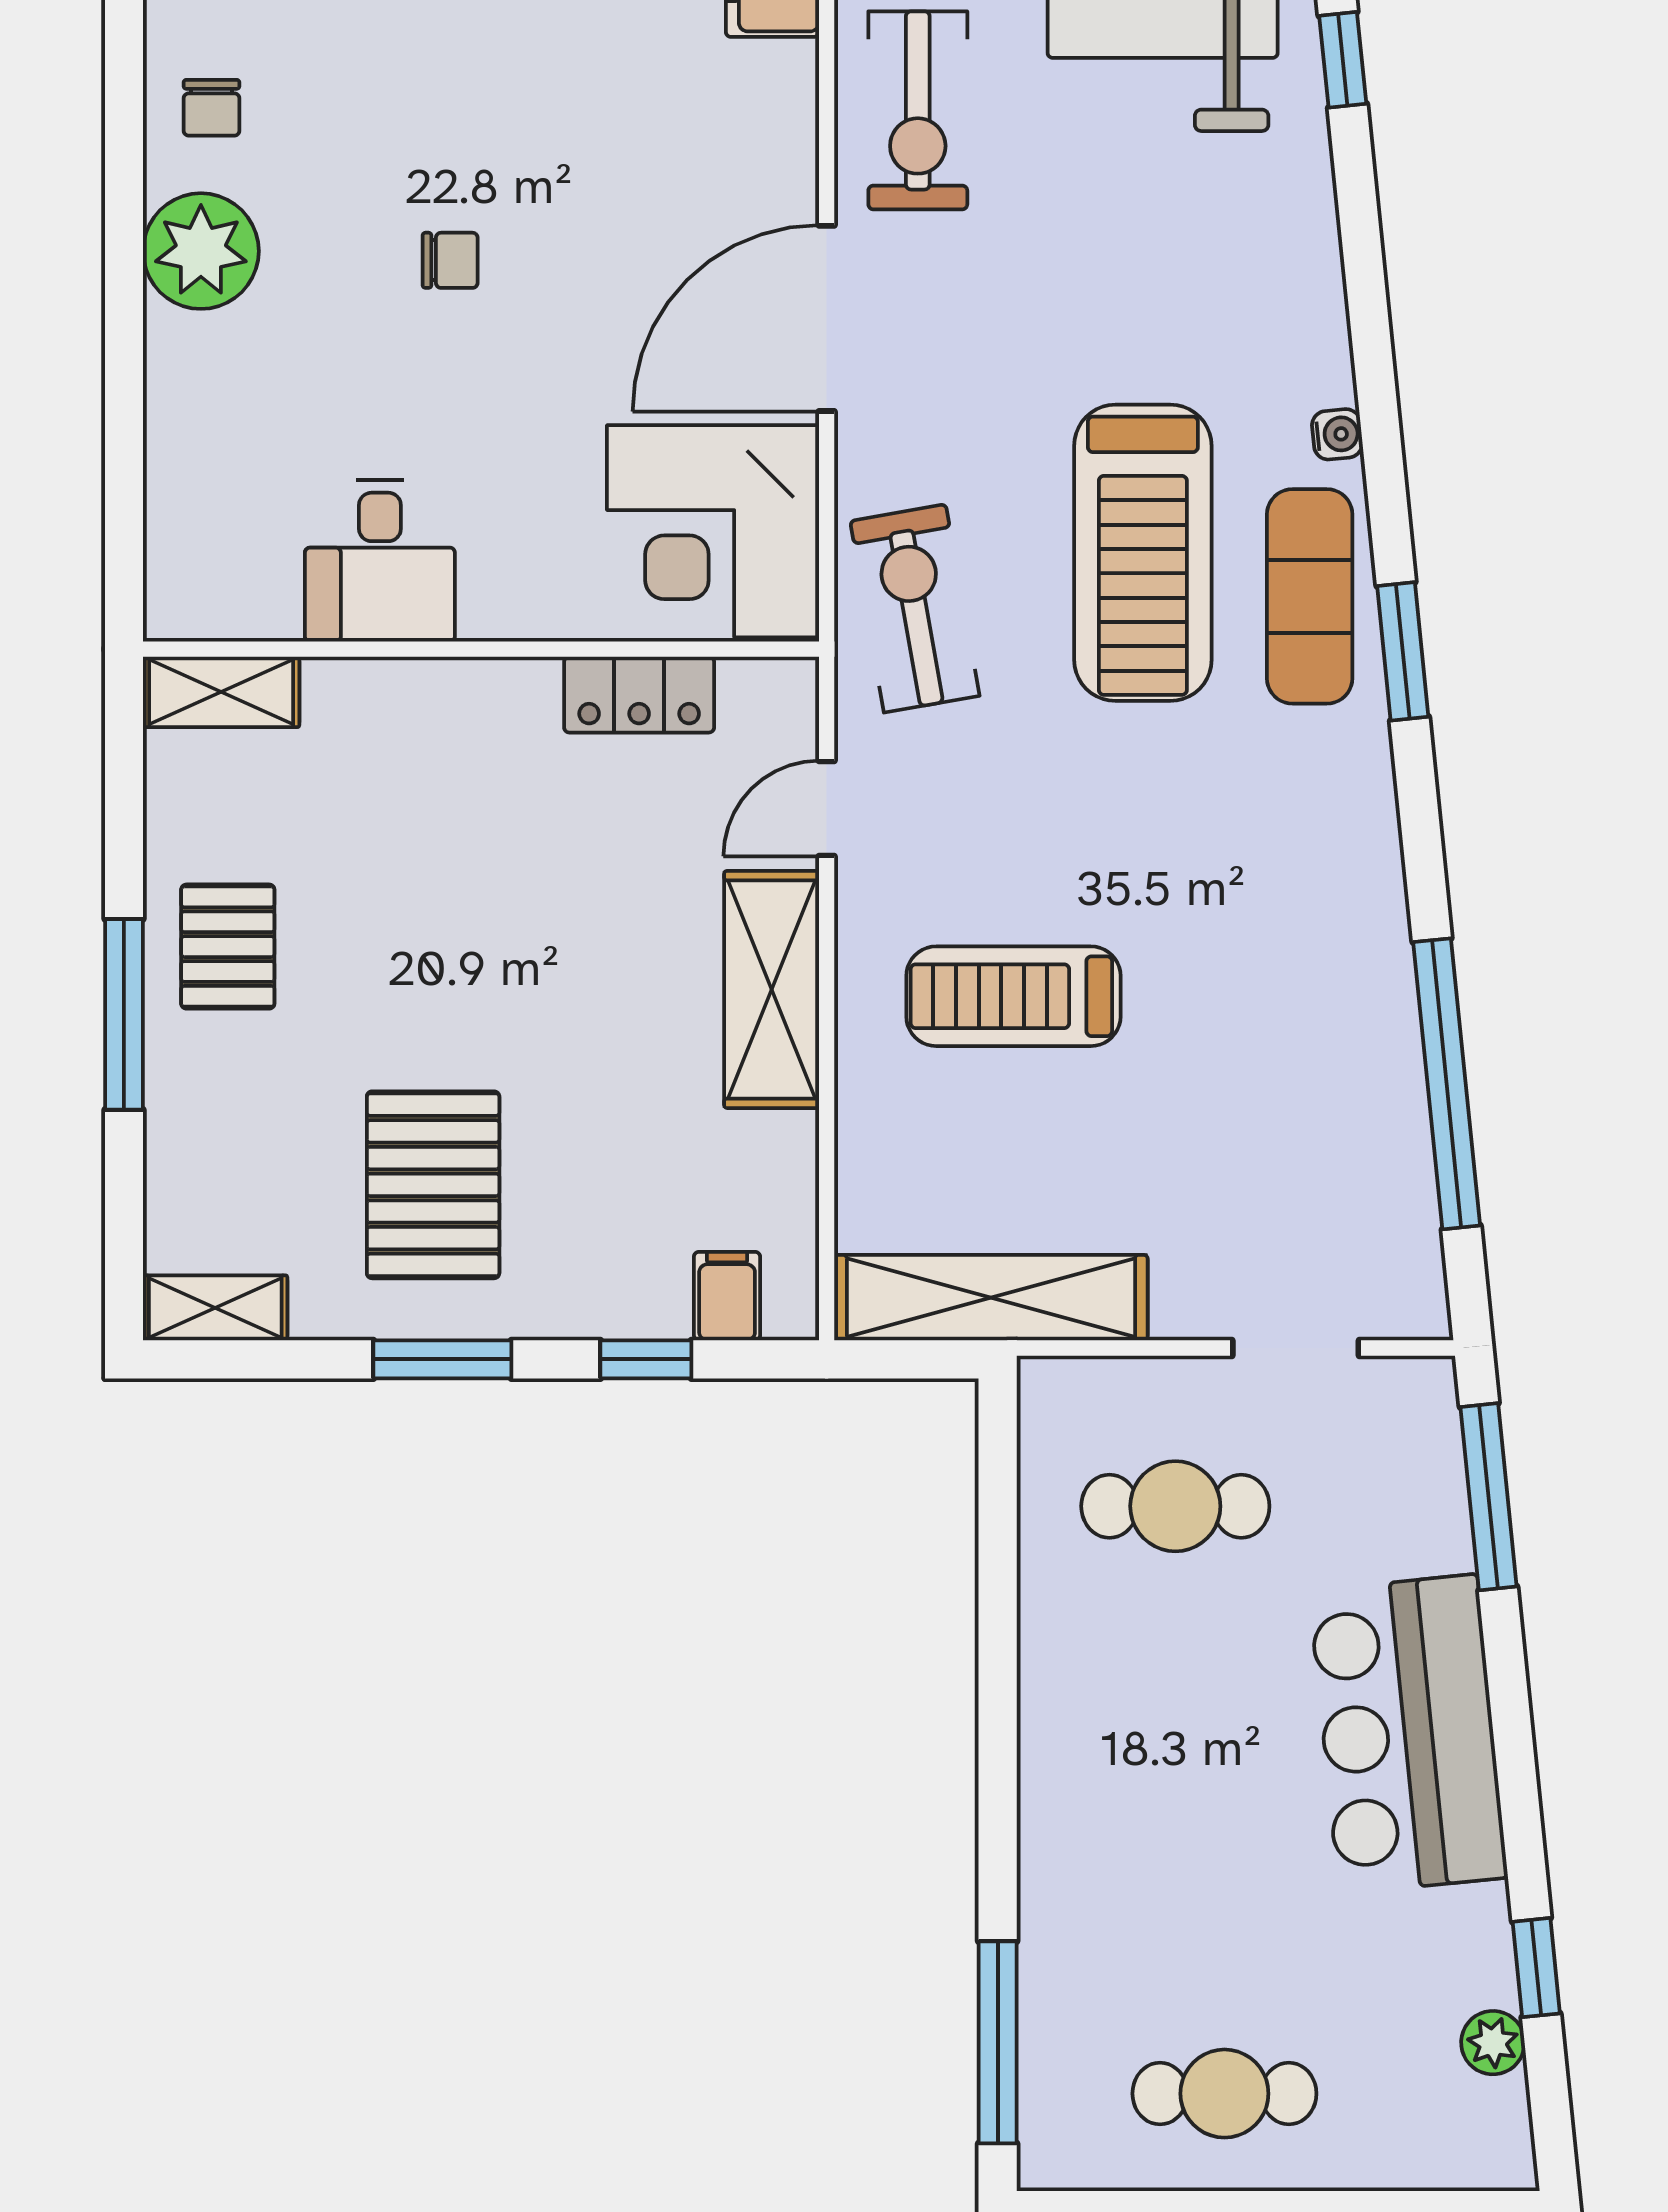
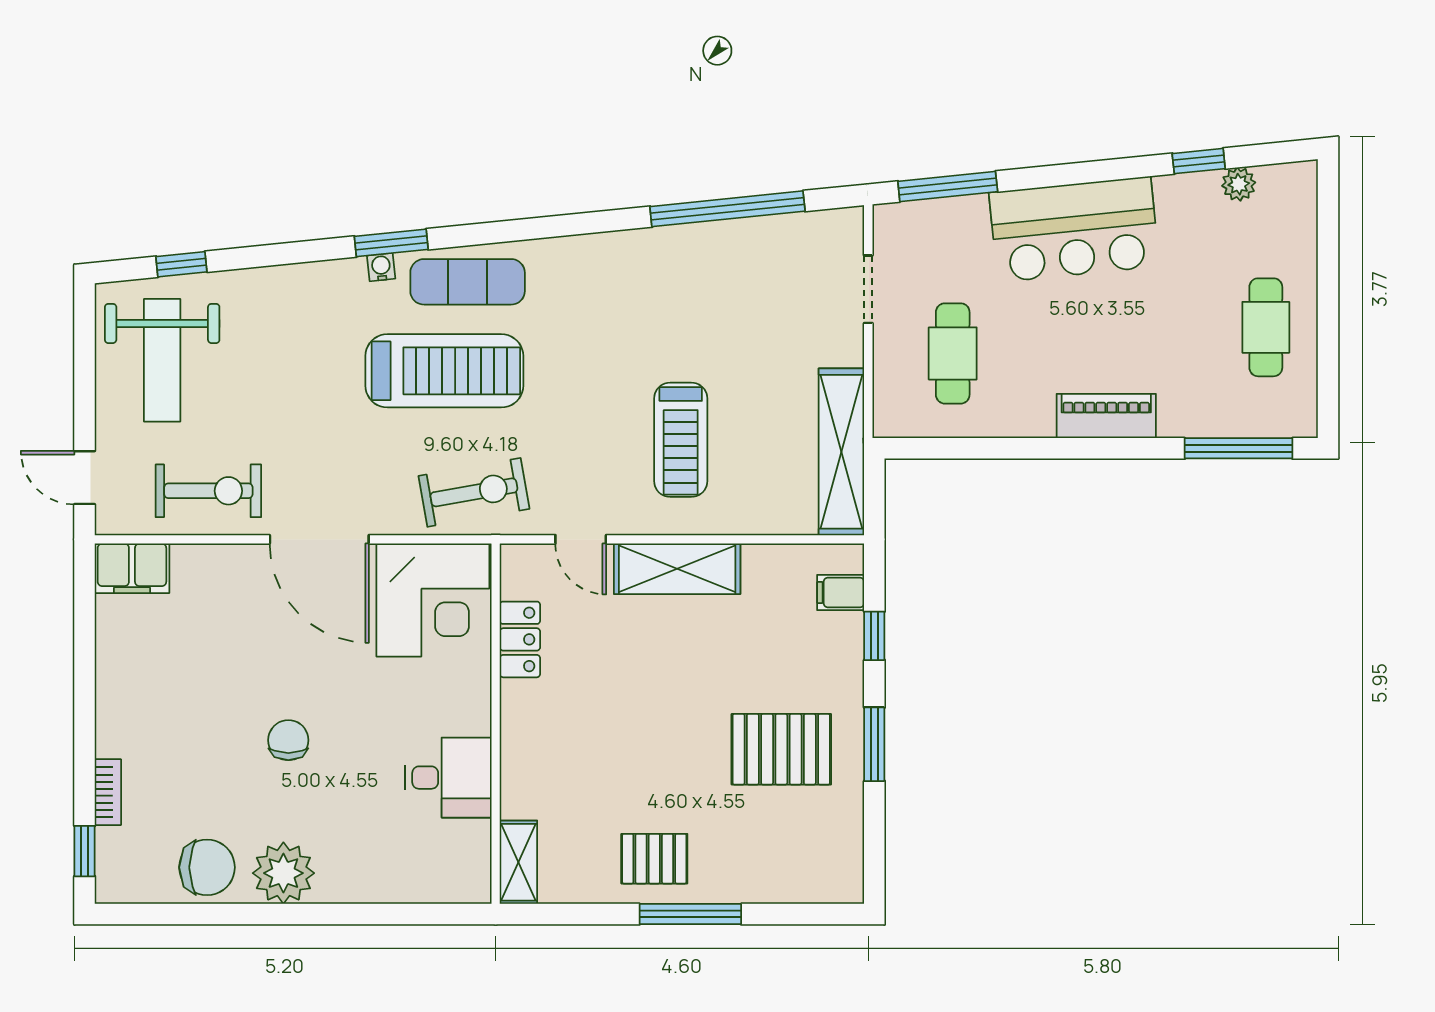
chair: (212, 108) -> (207, 867), width x1.87, depth x1.87
chair: (450, 260) -> (288, 740), width x1.37, depth x1.37
exercise bike: (915, 608) -> (474, 492), turned 180
window: (1403, 651) -> (391, 243), moved
shelving: (215, 1308) -> (847, 865), removed
piano: (1058, 1794) -> (1106, 416), added

